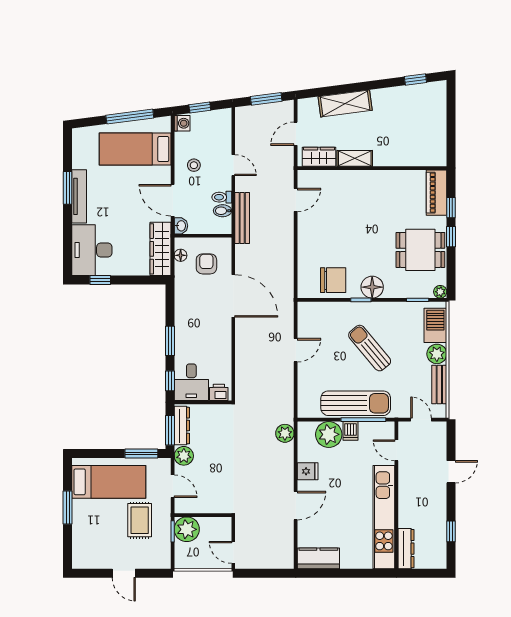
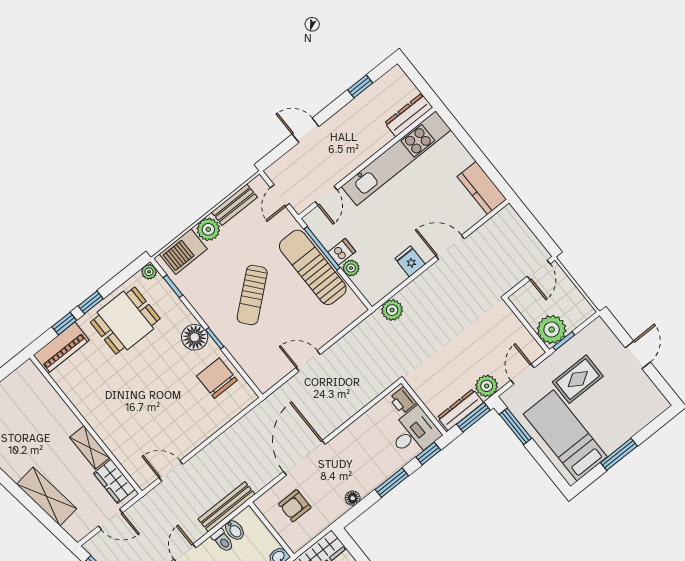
dining table: (420, 250) -> (125, 320), turned 90
floor lamp: (181, 255) -> (353, 498), moved
plant: (329, 434) -> (351, 268), width x0.53, depth x0.53

